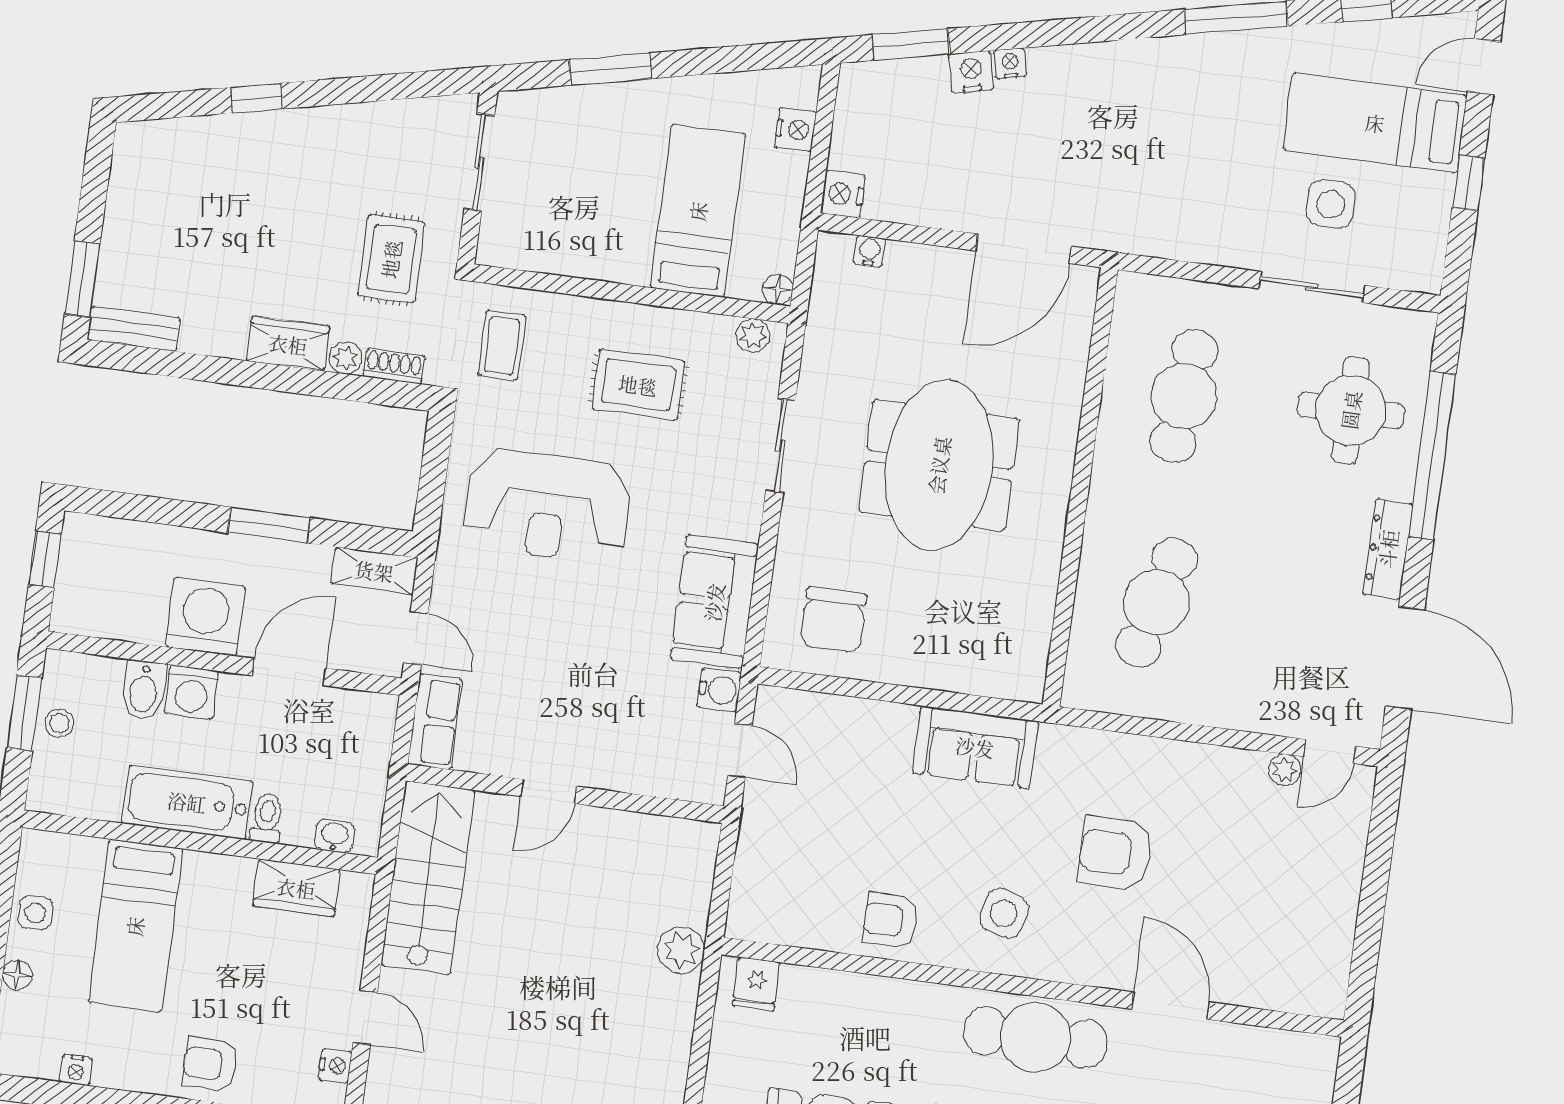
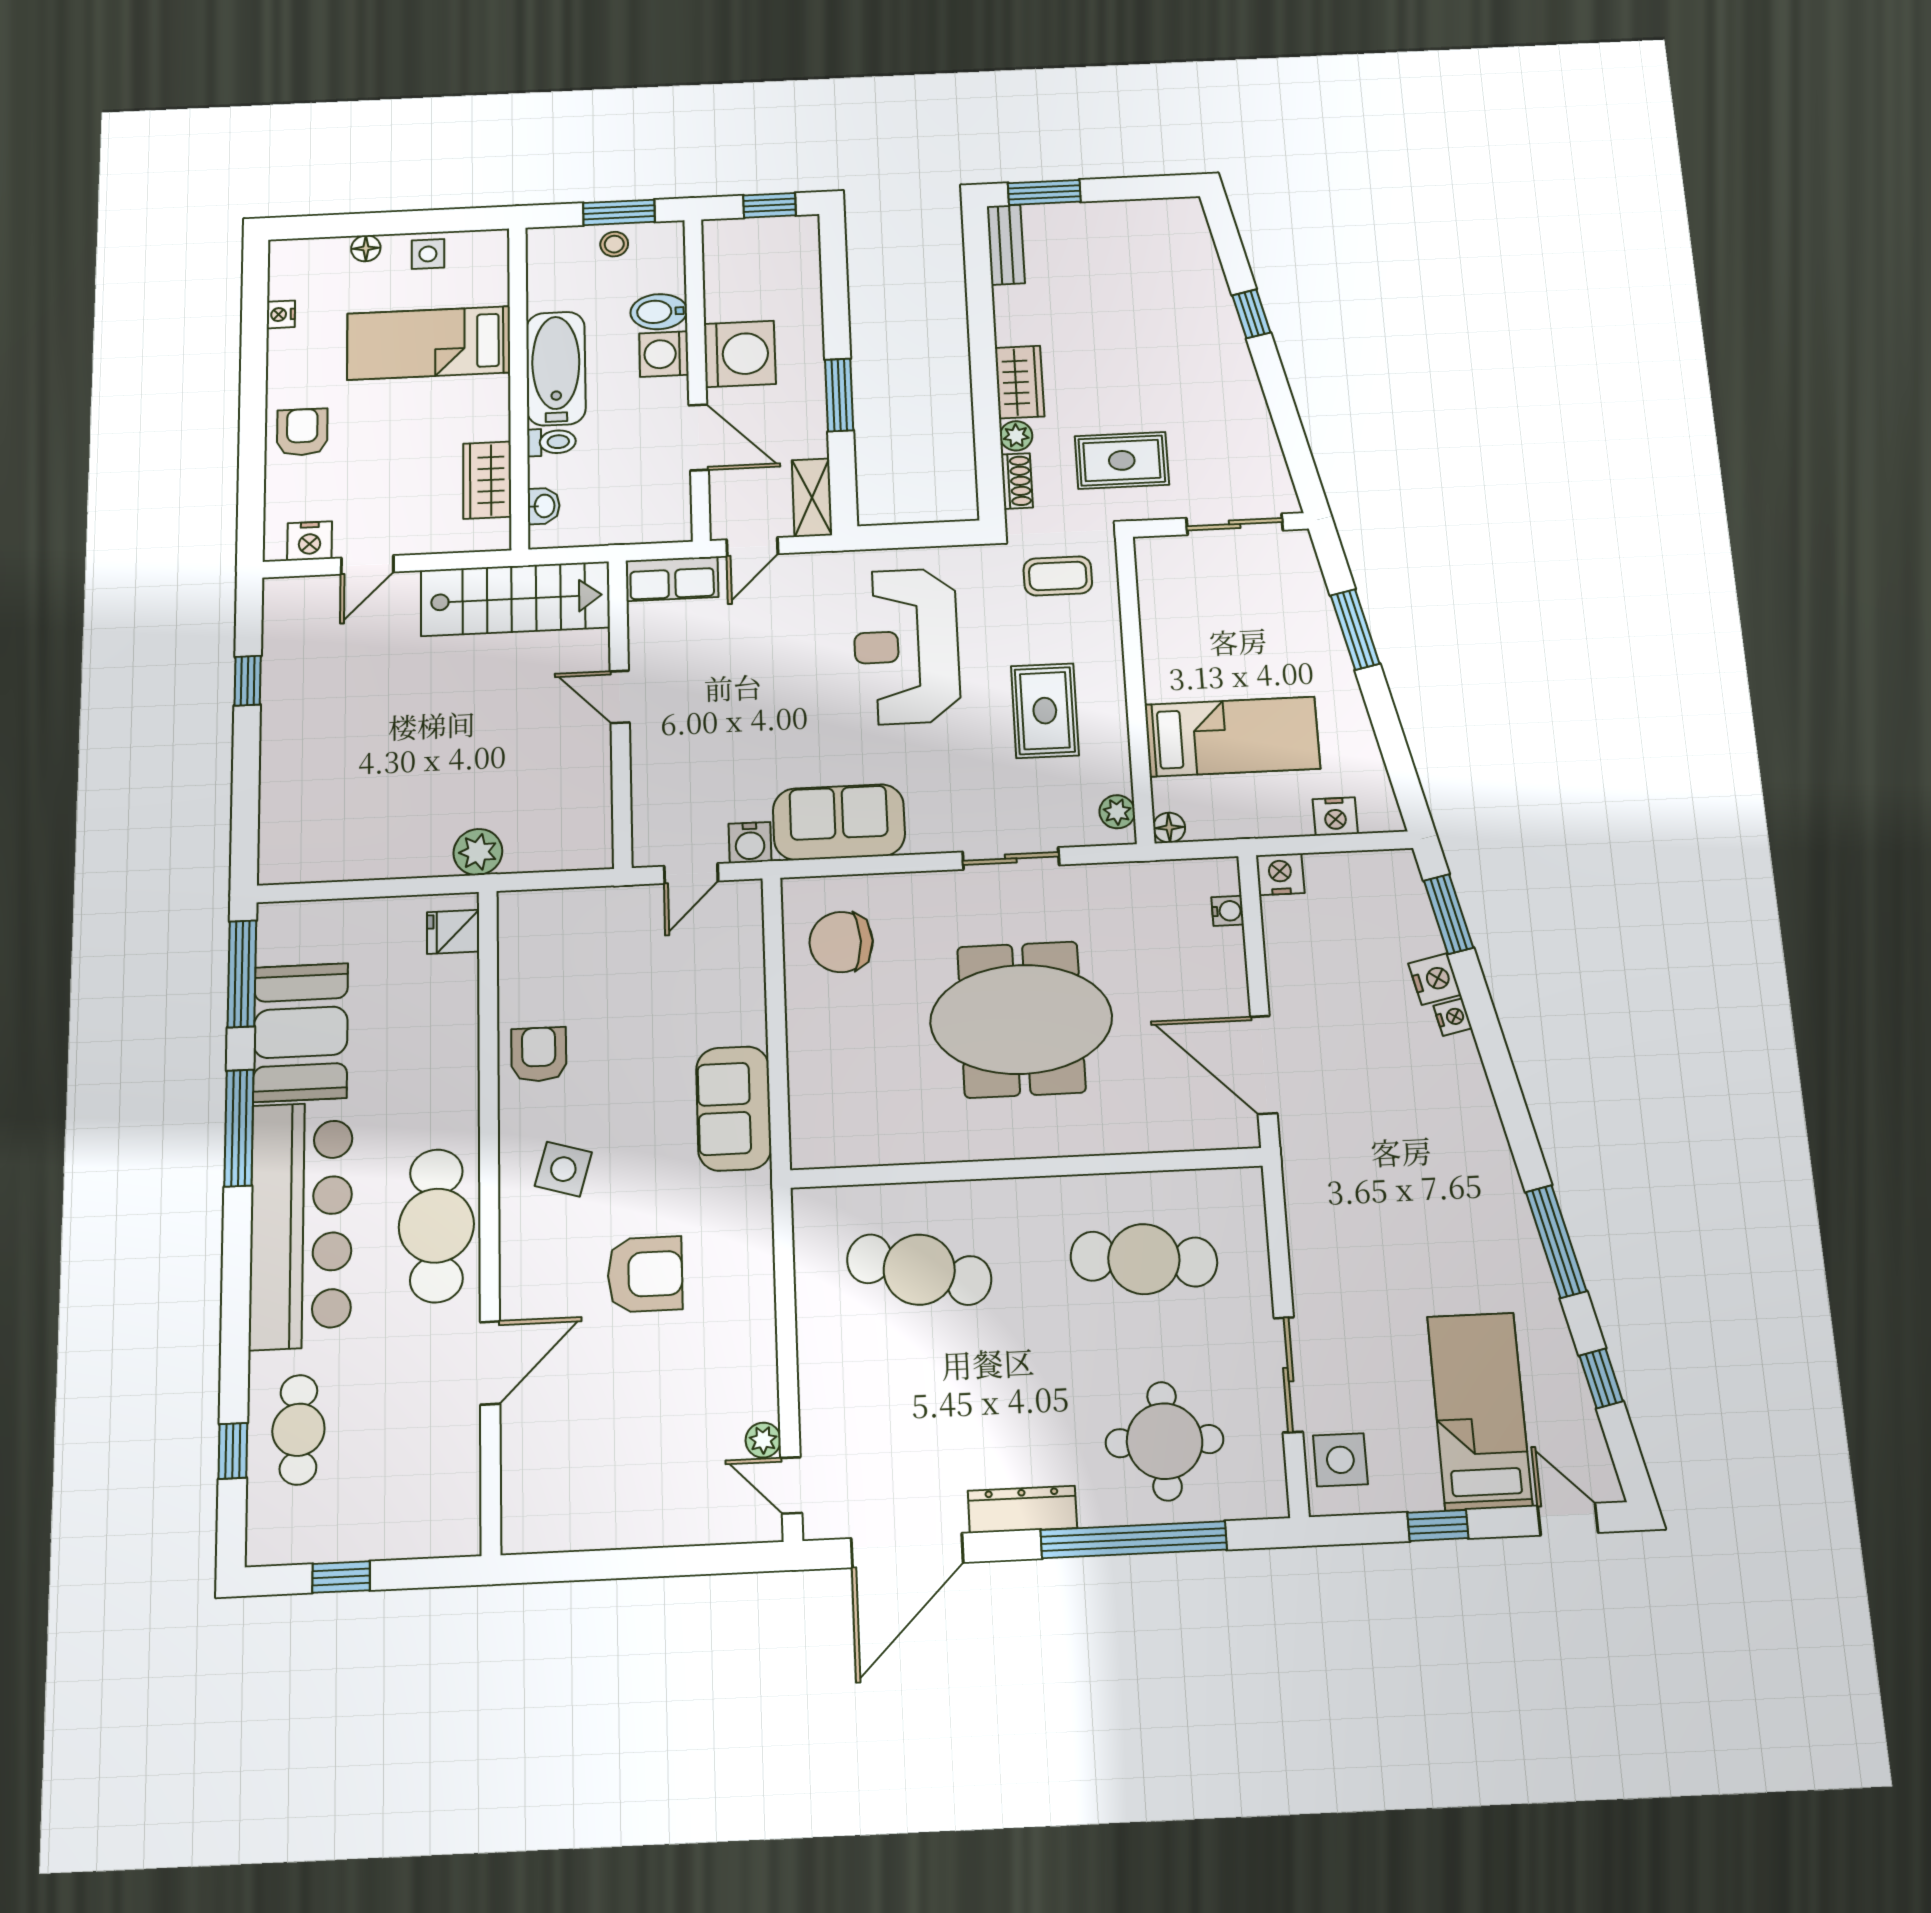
side table: (1331, 204) -> (1340, 1460), moved
armchair: (1115, 853) -> (645, 1274), turned 90
nightstand: (335, 1066) -> (310, 541), width x1.39, depth x1.35

